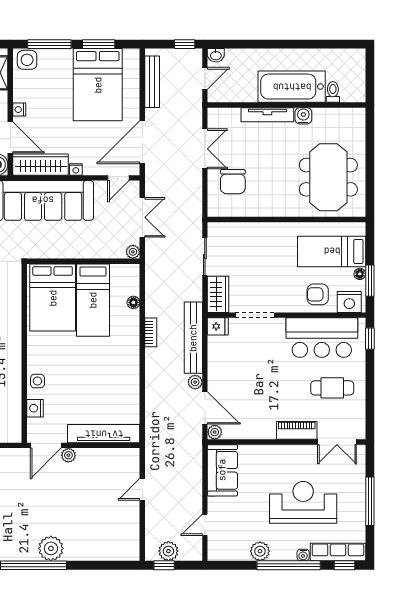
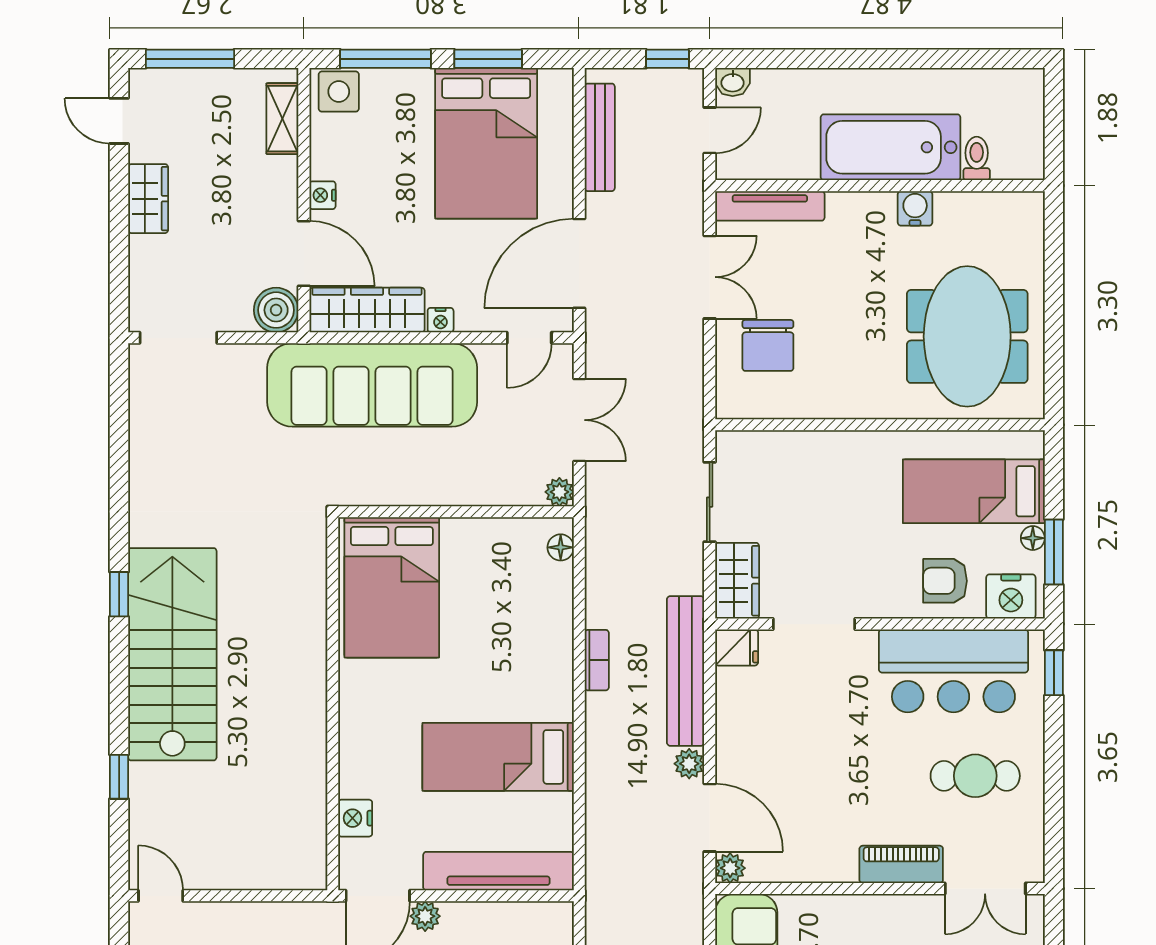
tv unit: (267, 115) -> (770, 206), moved
bed: (93, 300) -> (498, 757), moved, turned 90
floor lamp: (133, 302) -> (561, 547), moved
side table: (38, 381) -> (361, 762), removed

